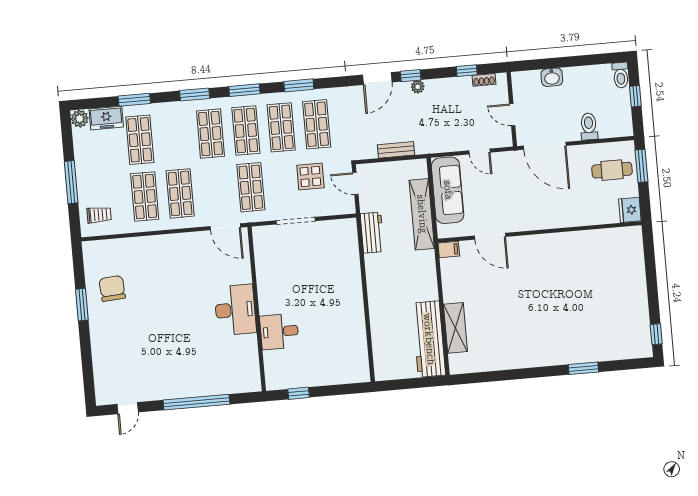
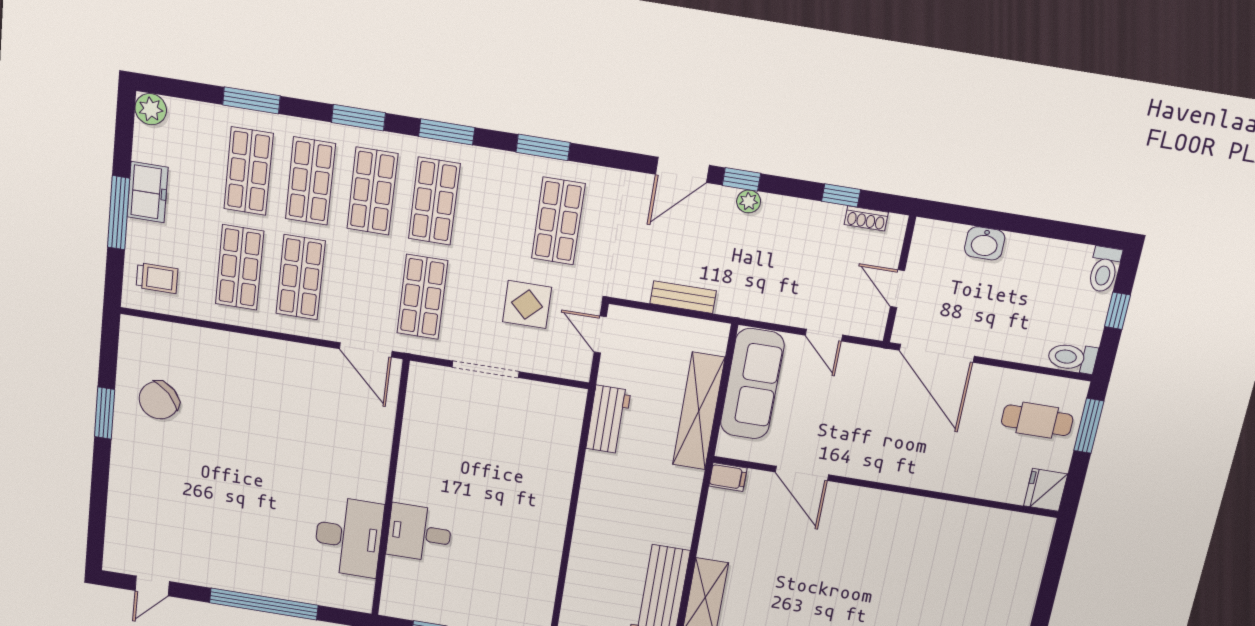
freezer: (106, 118) -> (148, 192), moved, turned -90
toilet: (589, 126) -> (1072, 358), moved, turned -90
shop shelf: (281, 127) -> (310, 181), moved
chair: (112, 288) -> (159, 400), turned -130
desk: (235, 310) -> (349, 537), moved

